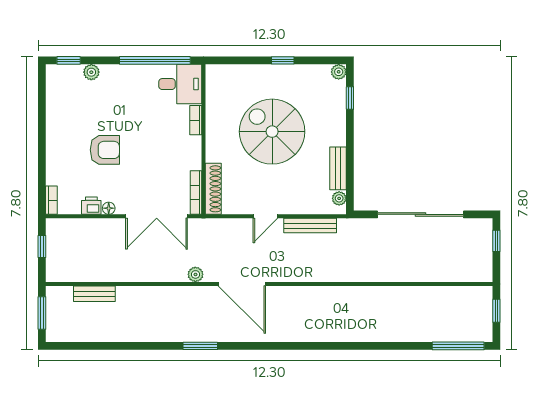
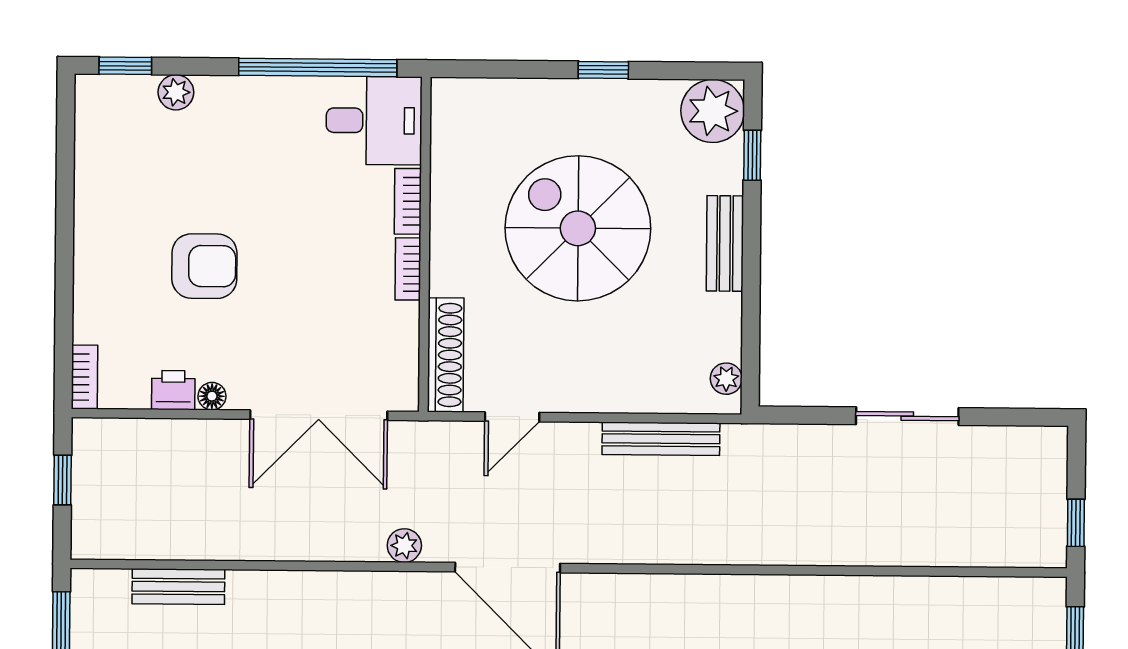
plant: (339, 72) -> (713, 111), width x1.87, depth x1.87
bench: (338, 168) -> (725, 243), moved
bookcase: (196, 193) -> (408, 269), moved, width x0.64
sliding door: (420, 214) -> (907, 416), width x0.54
door: (265, 216) -> (512, 417), moved
window: (496, 241) -> (1076, 523), moved

